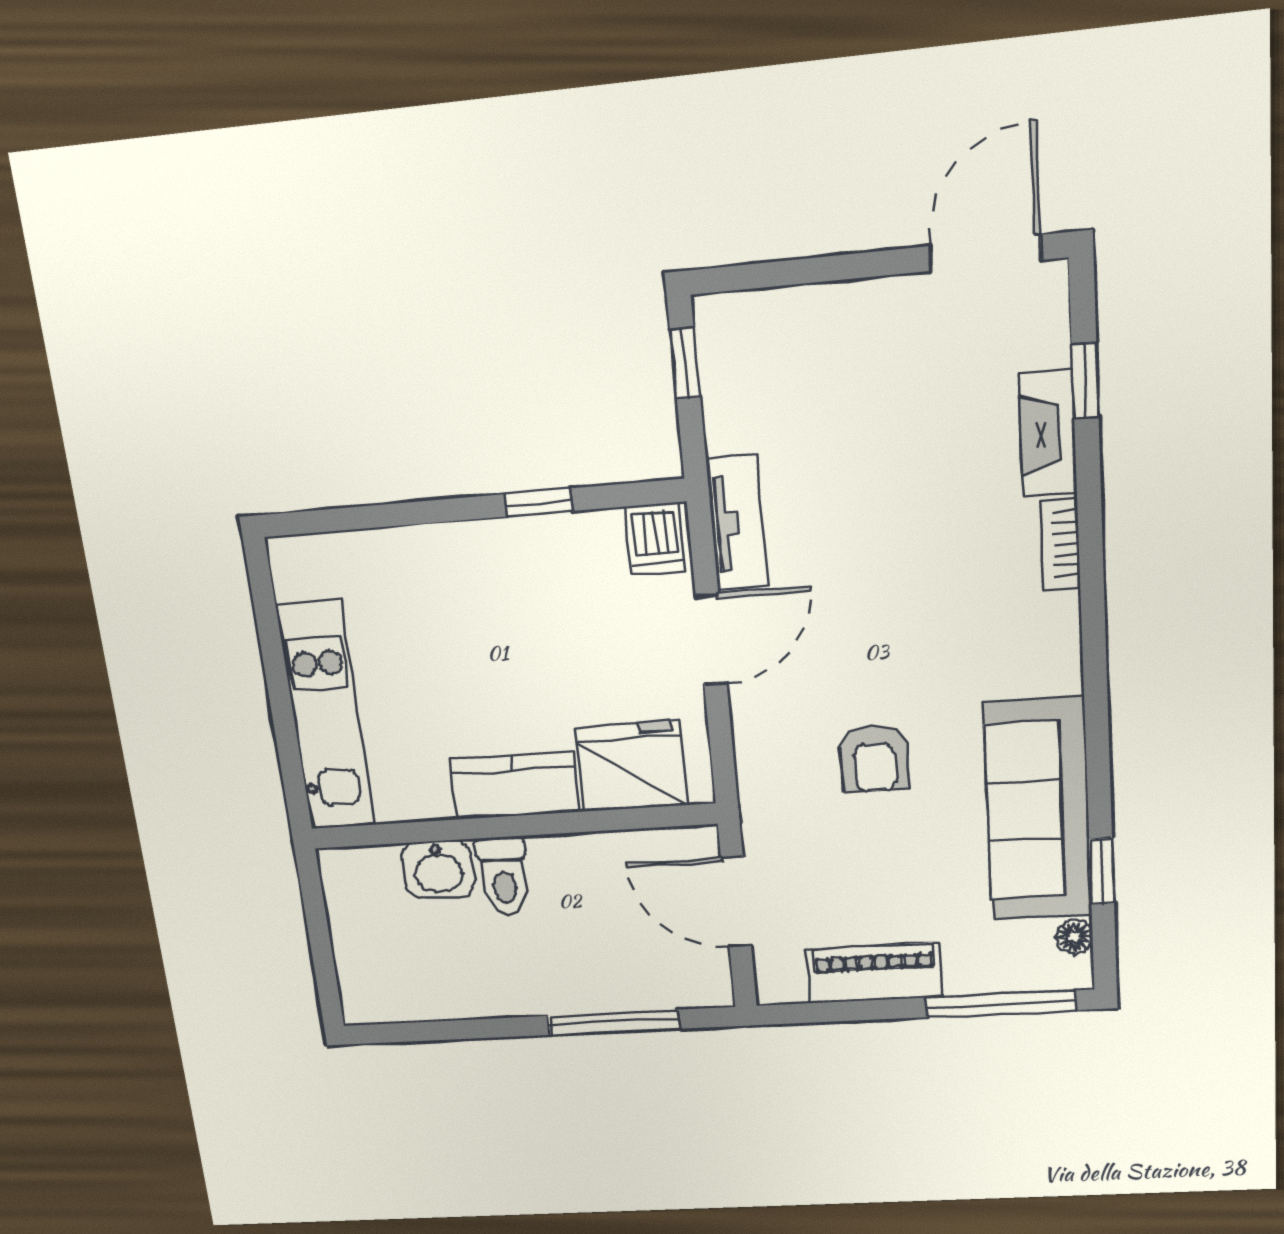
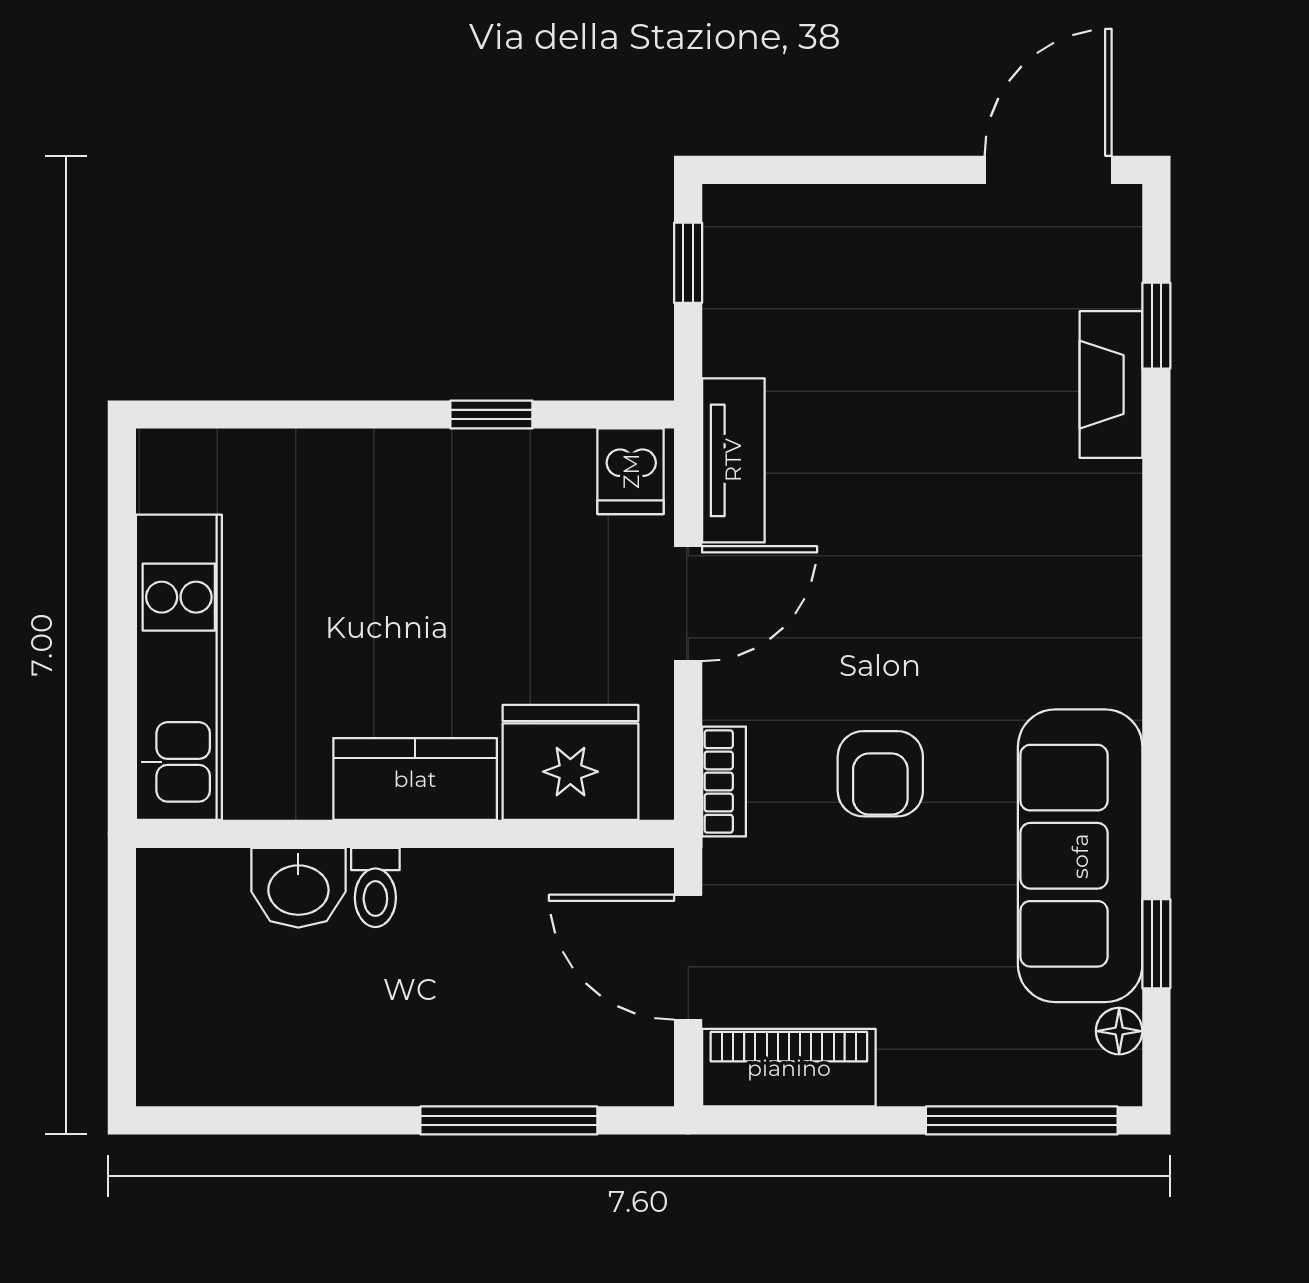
bookcase: (1060, 544) -> (724, 781), moved, turned 180
toilet: (503, 876) -> (375, 887), width x0.73, depth x0.72
piano: (874, 973) -> (789, 1068), moved

